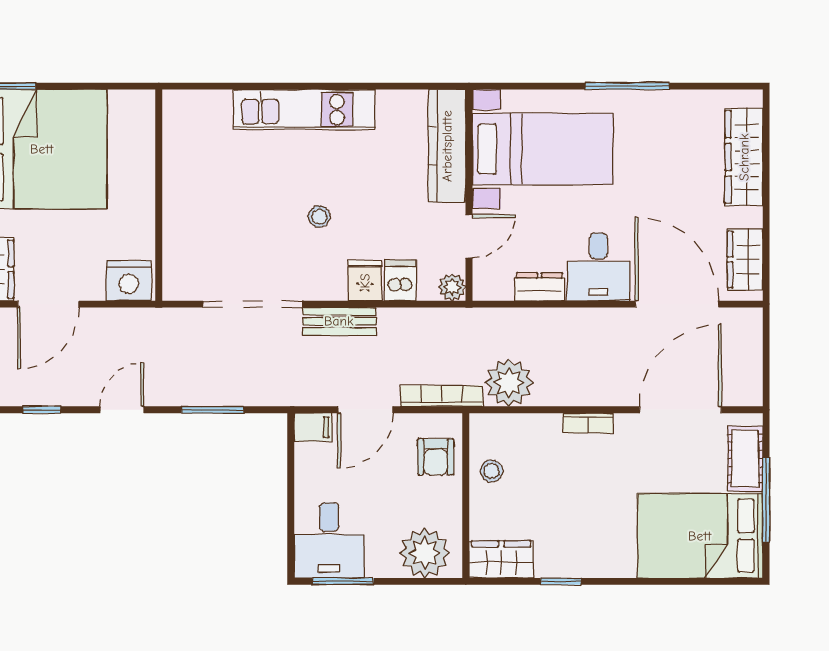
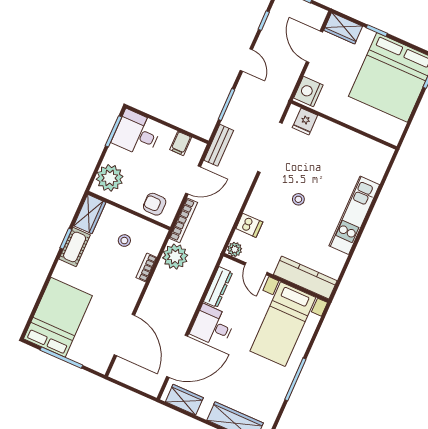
fridge: (365, 281) -> (305, 121), moved, turned 90
dresser: (540, 287) -> (218, 287), width x1.44
bench: (339, 321) -> (219, 145), moved
door: (366, 410) -> (193, 180), swing flipped
bookcase: (588, 423) -> (146, 268), moved
filing cabinet: (313, 427) -> (181, 143), moved
cot: (745, 458) -> (75, 247), moved, turned 90
stool: (491, 471) -> (124, 241), moved

